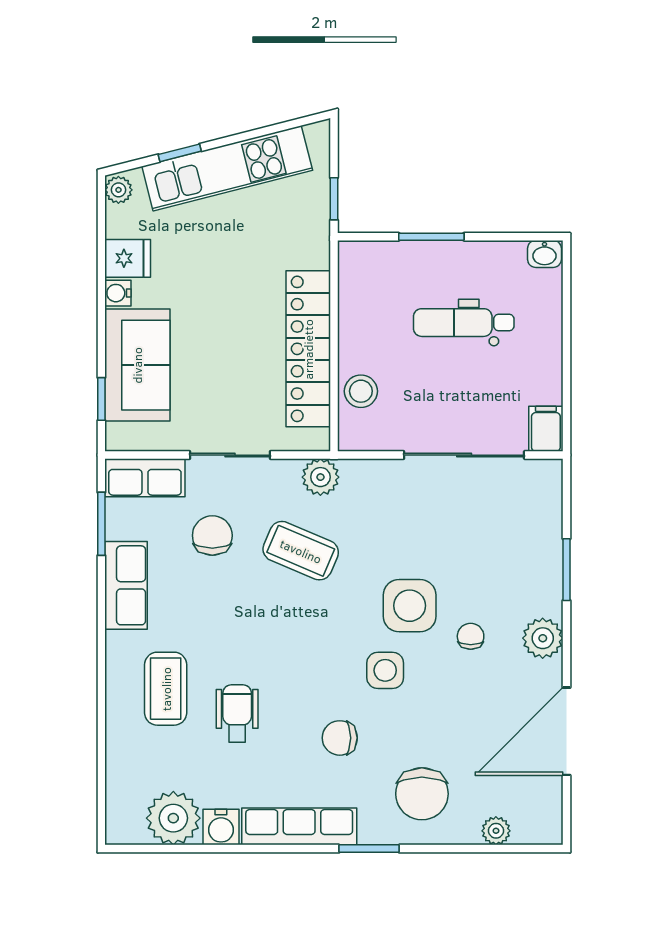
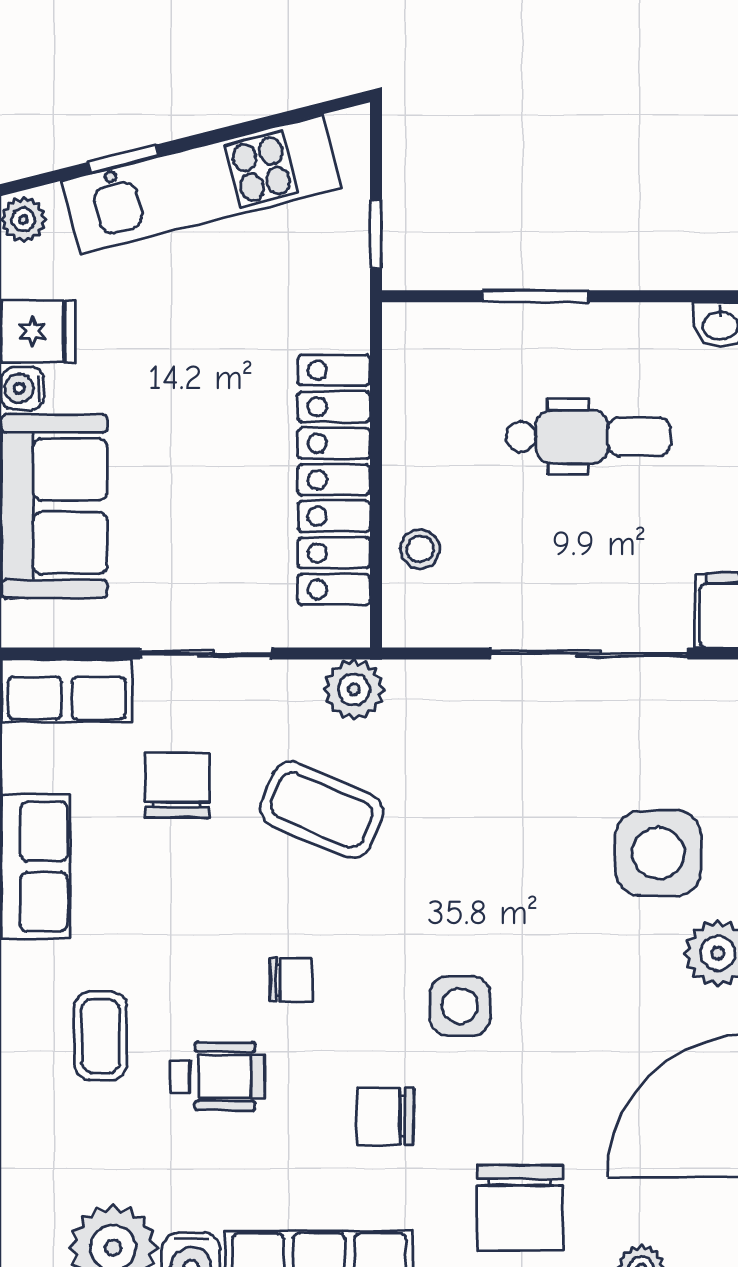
dental chair: (464, 323) -> (588, 437), turned 180
stool: (361, 391) -> (420, 549), width x0.73, depth x0.73
side table: (410, 606) -> (658, 853), moved
chair: (471, 636) -> (291, 980), moved, turned 90
coffee table: (166, 689) -> (101, 1036), width x0.73, depth x0.77
wheelchair: (237, 713) -> (217, 1076), turned 90

